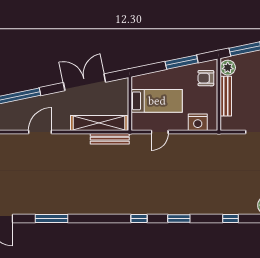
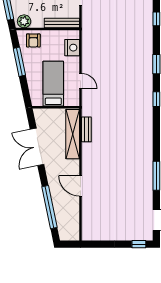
bench: (226, 96) -> (62, 23), moved
bench: (110, 139) -> (86, 129), width x0.73

